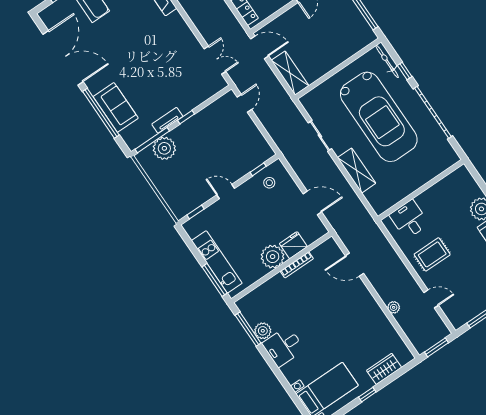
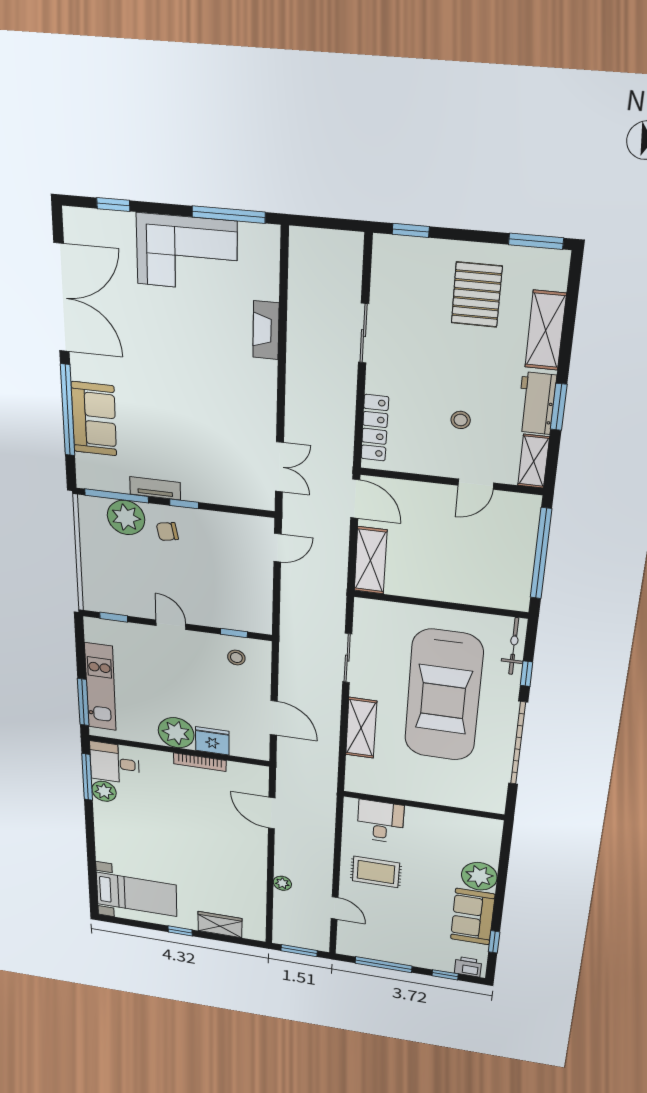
chair: (188, 139) -> (167, 531), added
desk: (283, 347) -> (115, 763), moved

